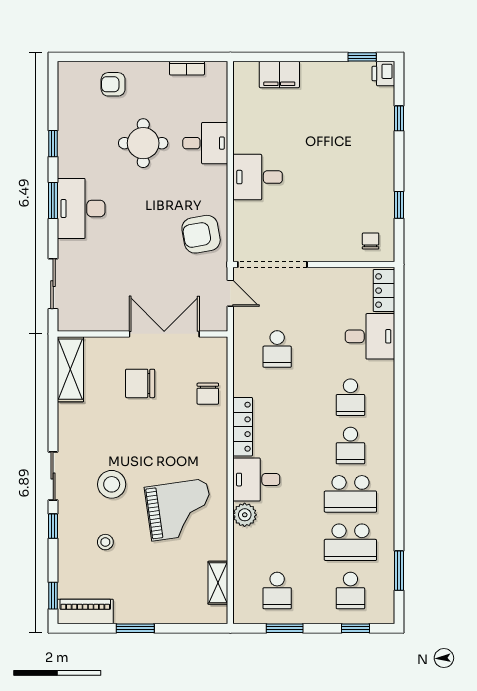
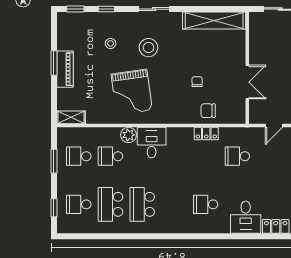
double door: (164, 334) -> (247, 82), width x0.73
shelving: (70, 369) -> (214, 20), width x1.47
chair: (140, 383) -> (197, 82), moved, width x0.54, depth x0.54
locker: (243, 427) -> (206, 134), moved, width x0.66
school desk: (350, 446) -> (110, 156), moved
window: (53, 526) -> (106, 9), moved
window: (399, 571) -> (92, 236), removed
shelving: (218, 583) -> (71, 117), moved
piano: (85, 611) -> (65, 69), moved

